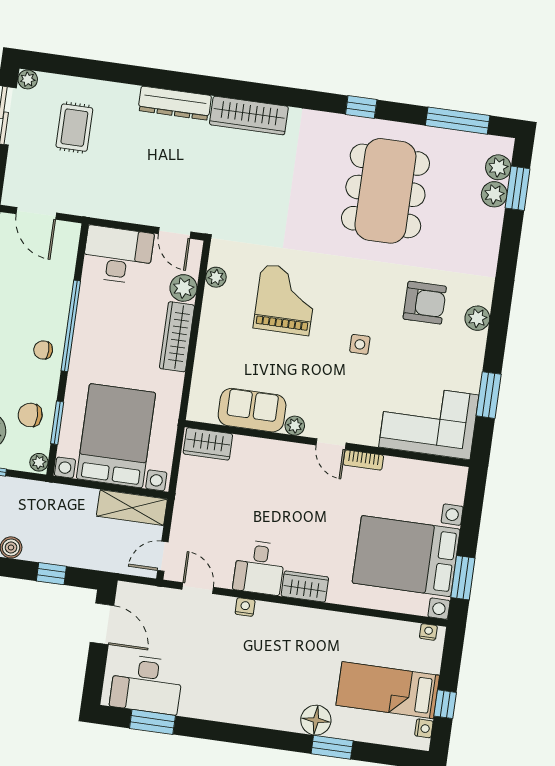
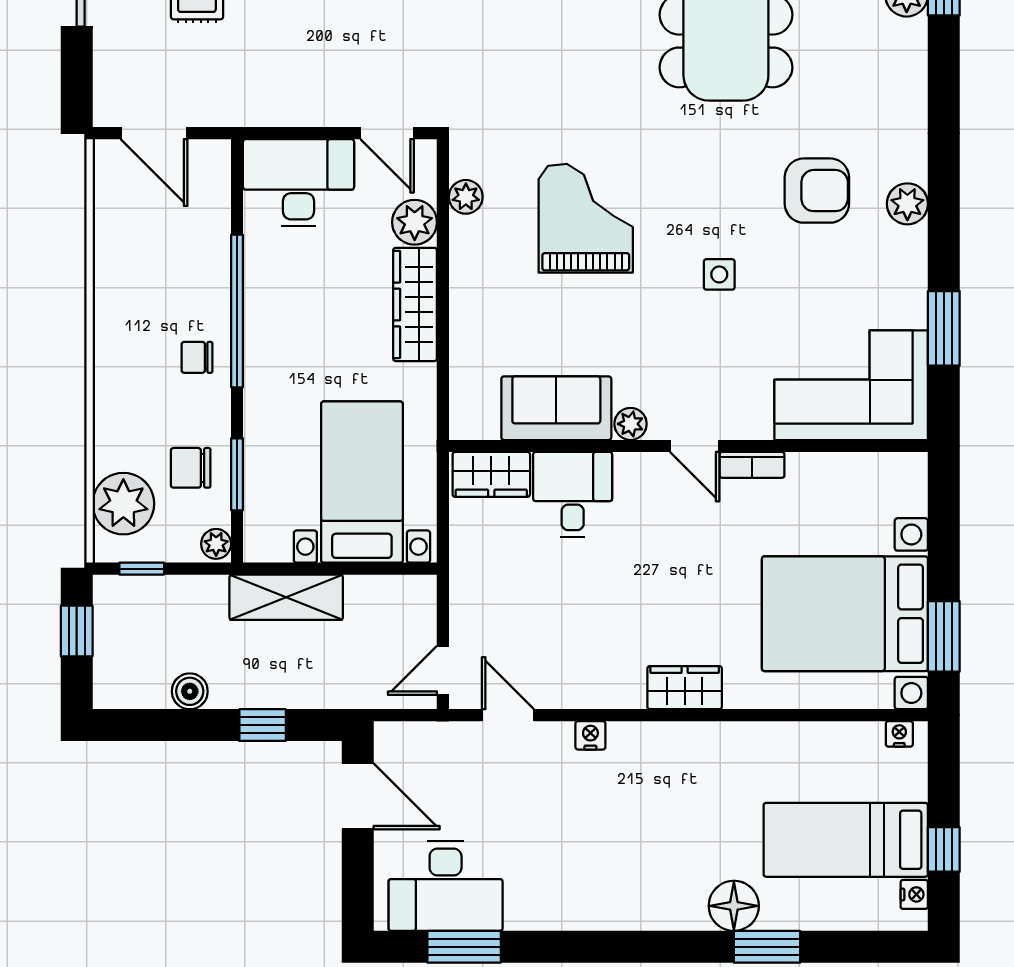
bed with nightstands: (116, 436) -> (362, 482), width x0.73
shelving: (132, 508) -> (286, 597), moved
desk: (259, 567) -> (573, 494), moved, turned 180

